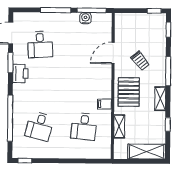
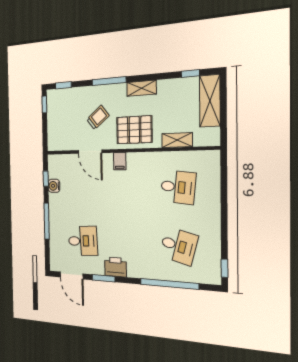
window: (92, 10) -> (46, 179), width x0.46
filing cabinet: (104, 104) -> (120, 161), moved
window: (168, 124) -> (190, 74), moved

